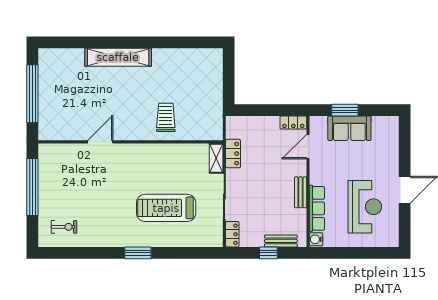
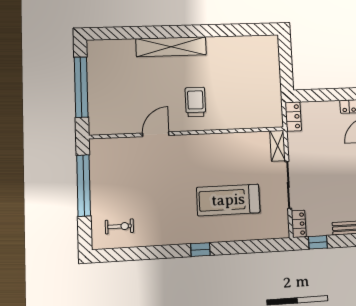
trolley: (166, 117) -> (195, 102), moved
locker: (233, 154) -> (293, 116), moved
window: (138, 253) -> (200, 250), width x0.67
window: (268, 253) -> (318, 242), moved

